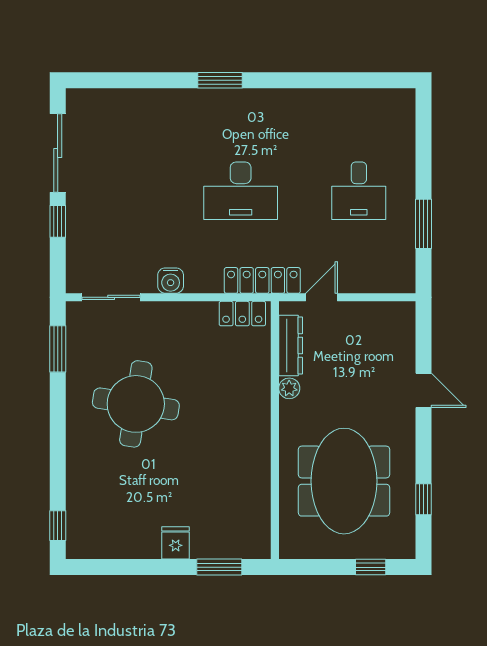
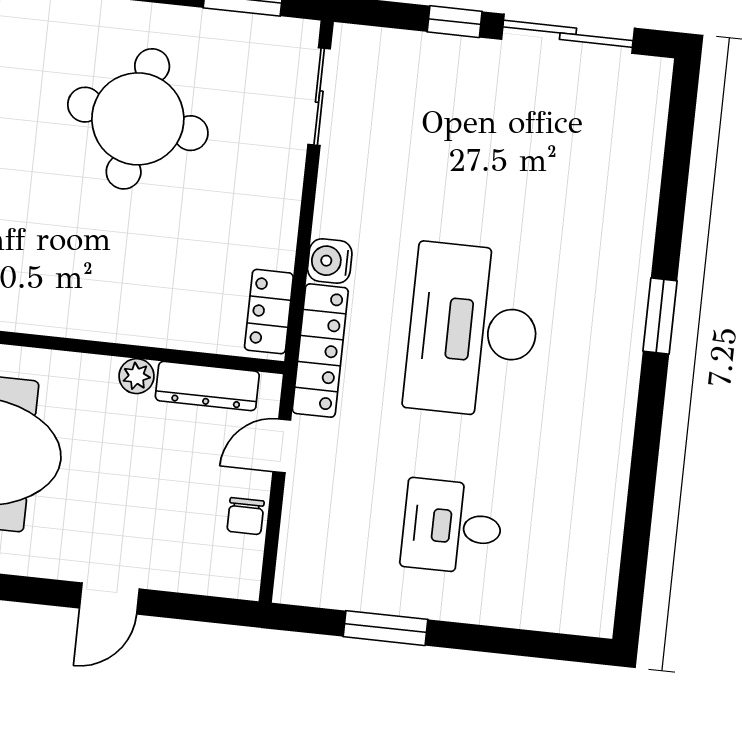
desk: (241, 191) -> (473, 330), width x1.36, depth x1.30
water cooler: (171, 281) -> (330, 261), moved
door: (322, 297) -> (282, 446), swing flipped
chair: (366, 314) -> (245, 516), added

